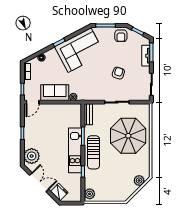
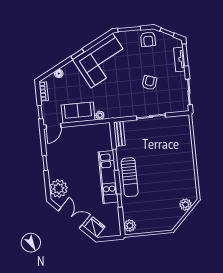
parasol: (128, 136) -> (168, 154), removed

